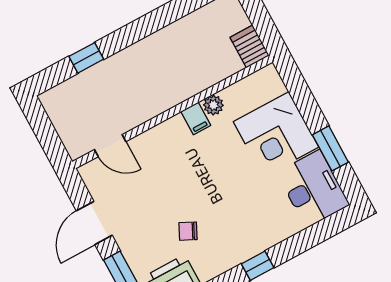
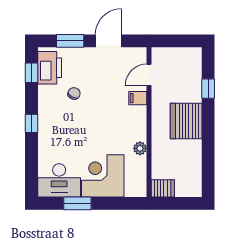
server rack: (145, 64) -> (186, 121), added
filing cabinet: (196, 118) -> (138, 98), moved
door: (94, 223) -> (108, 41), hinge flipped

